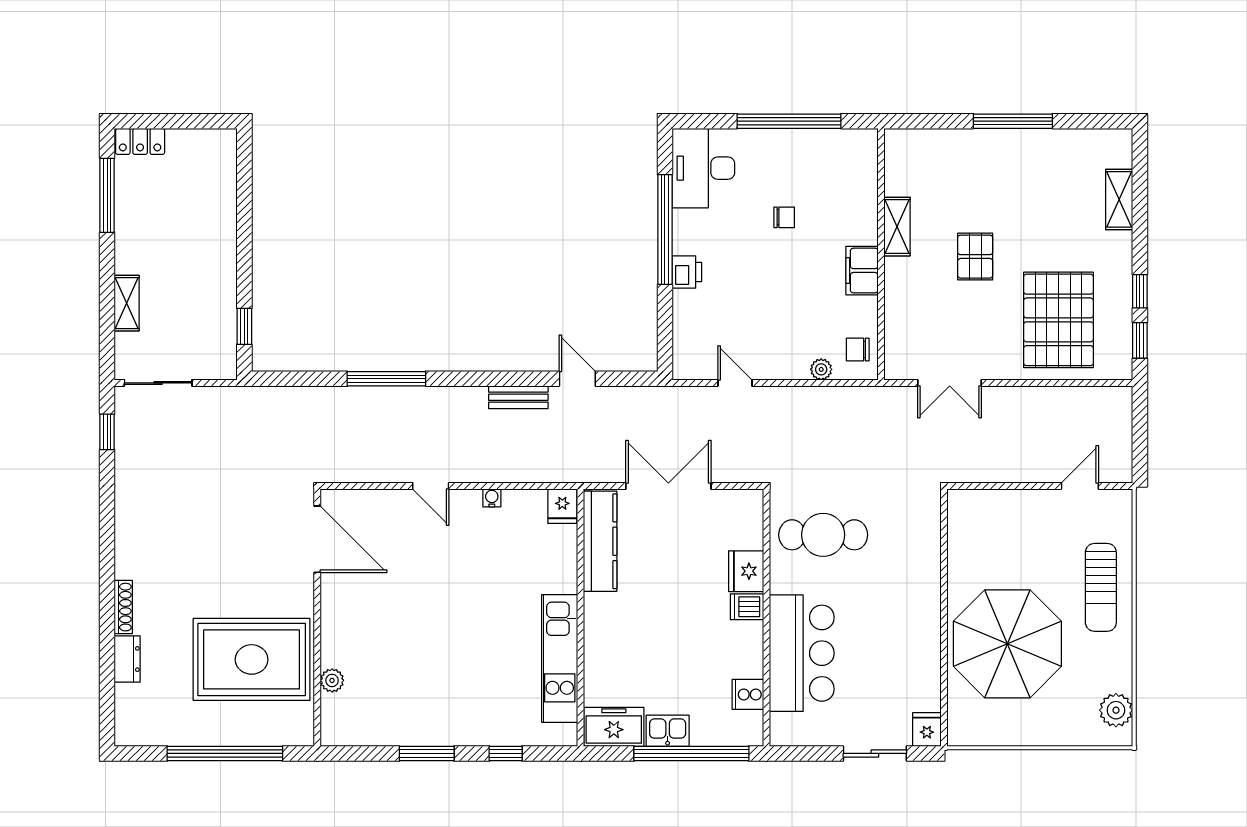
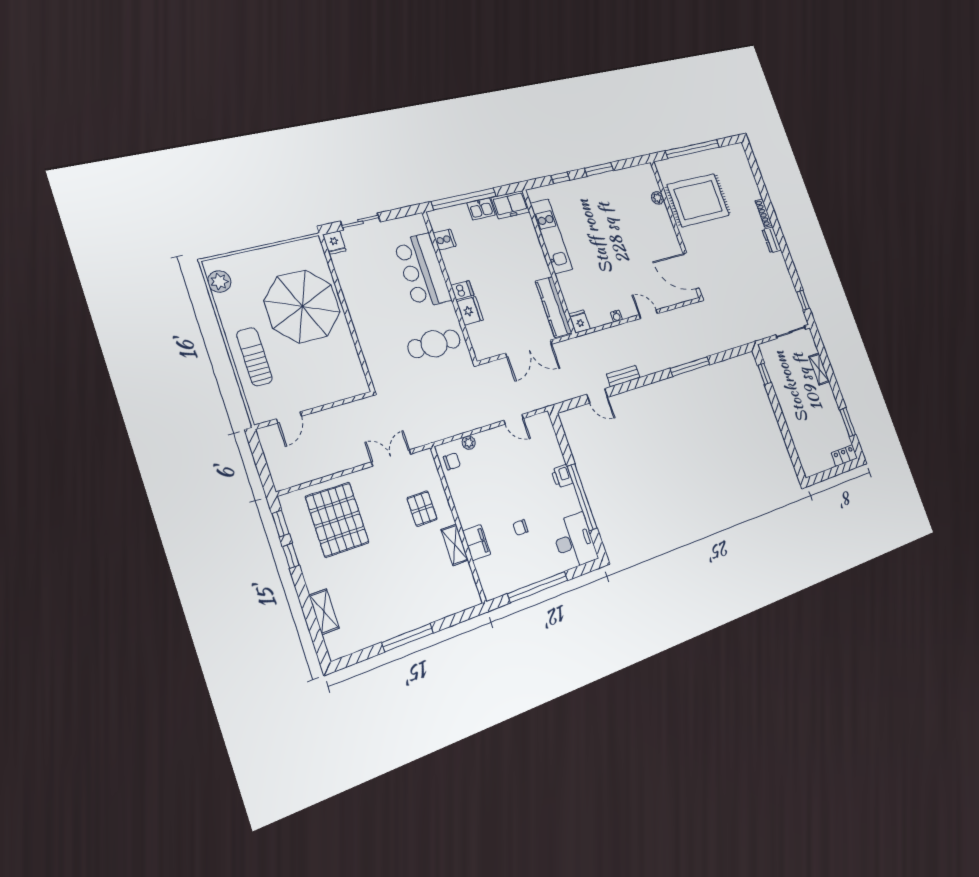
window: (107, 195) -> (848, 422), width x0.69
pallet: (975, 257) -> (422, 509), moved
filing cabinet: (862, 271) -> (477, 543), moved
dresser: (127, 659) -> (772, 240), moved

